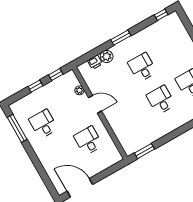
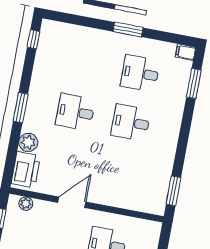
printer: (95, 62) -> (26, 170), width x1.87, depth x1.48
plant: (79, 90) -> (26, 204), moved

